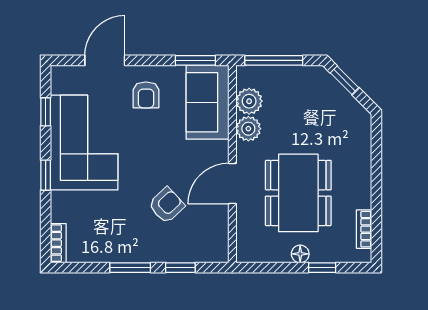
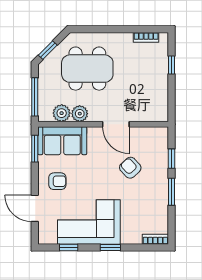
dining table: (298, 193) -> (87, 69), moved
floor lamp: (300, 254) -> (162, 79), removed

